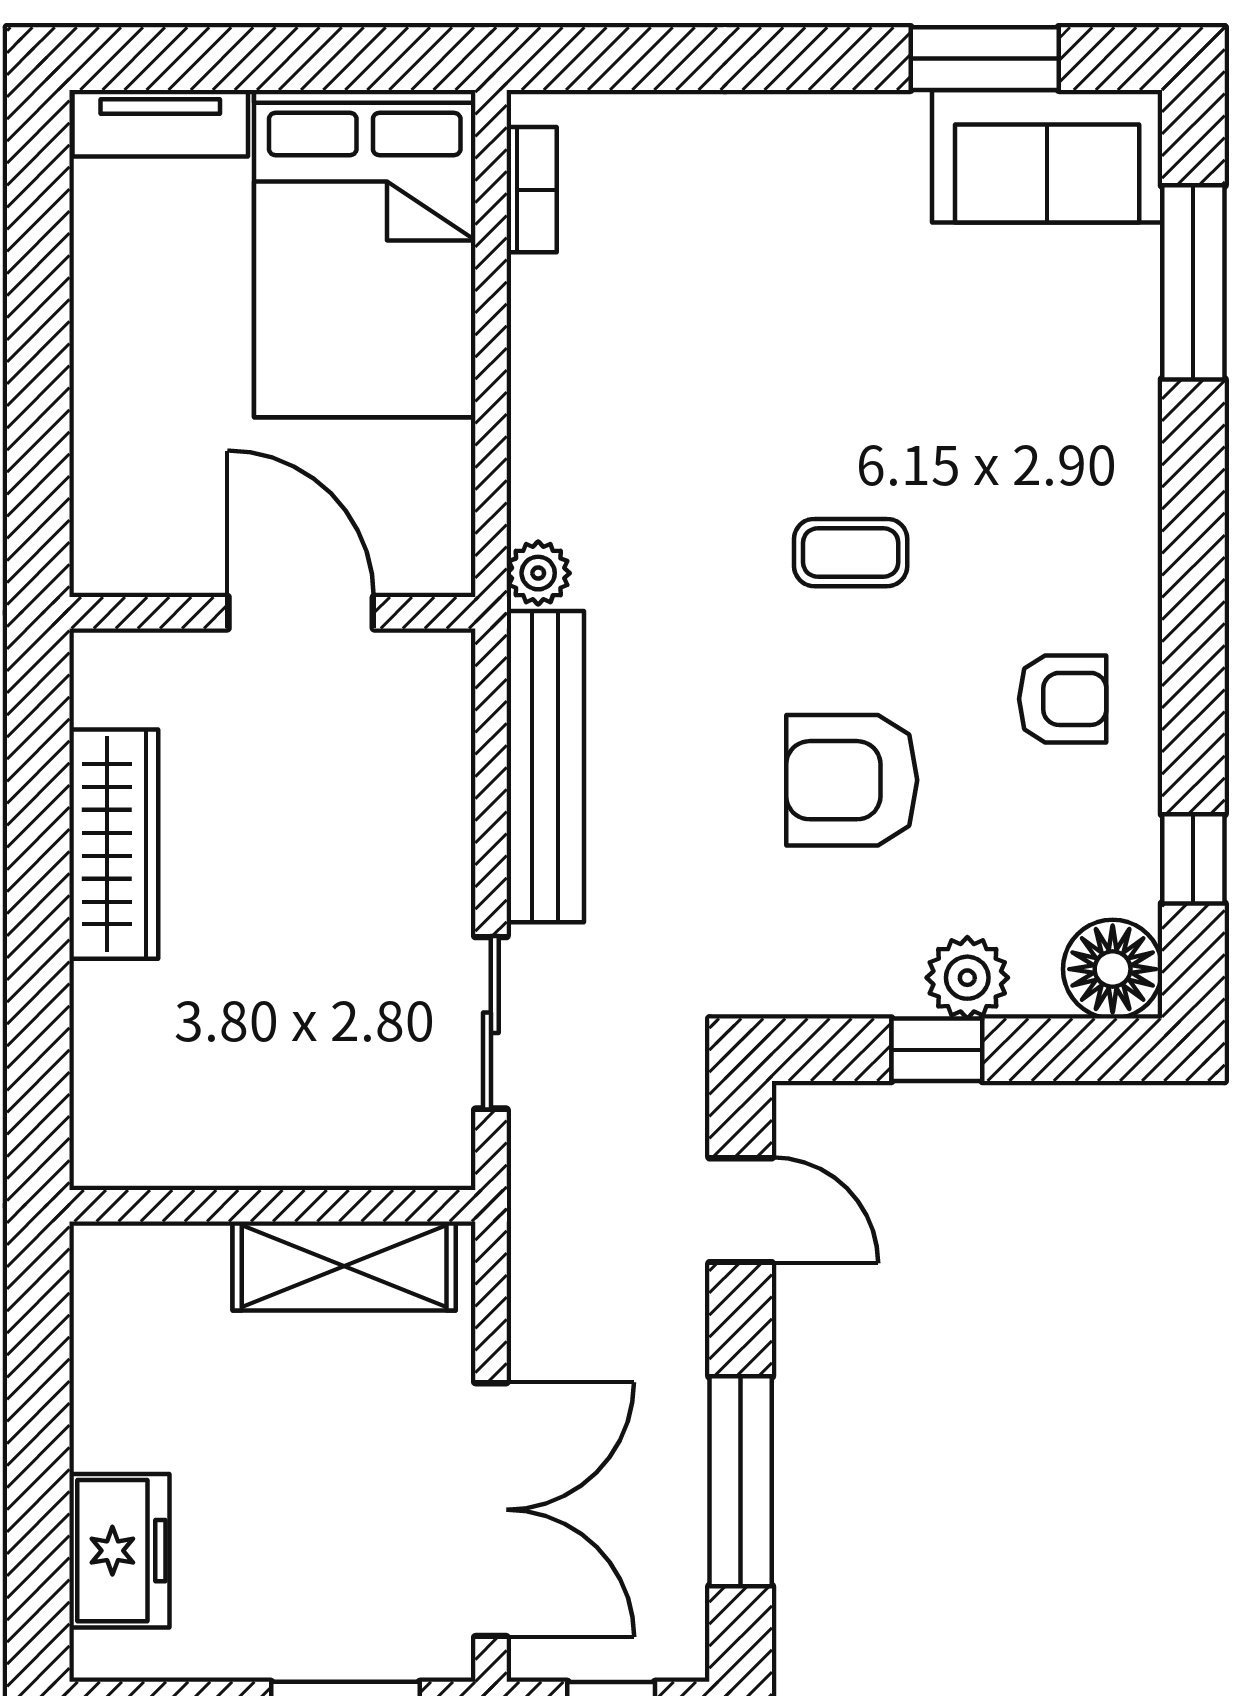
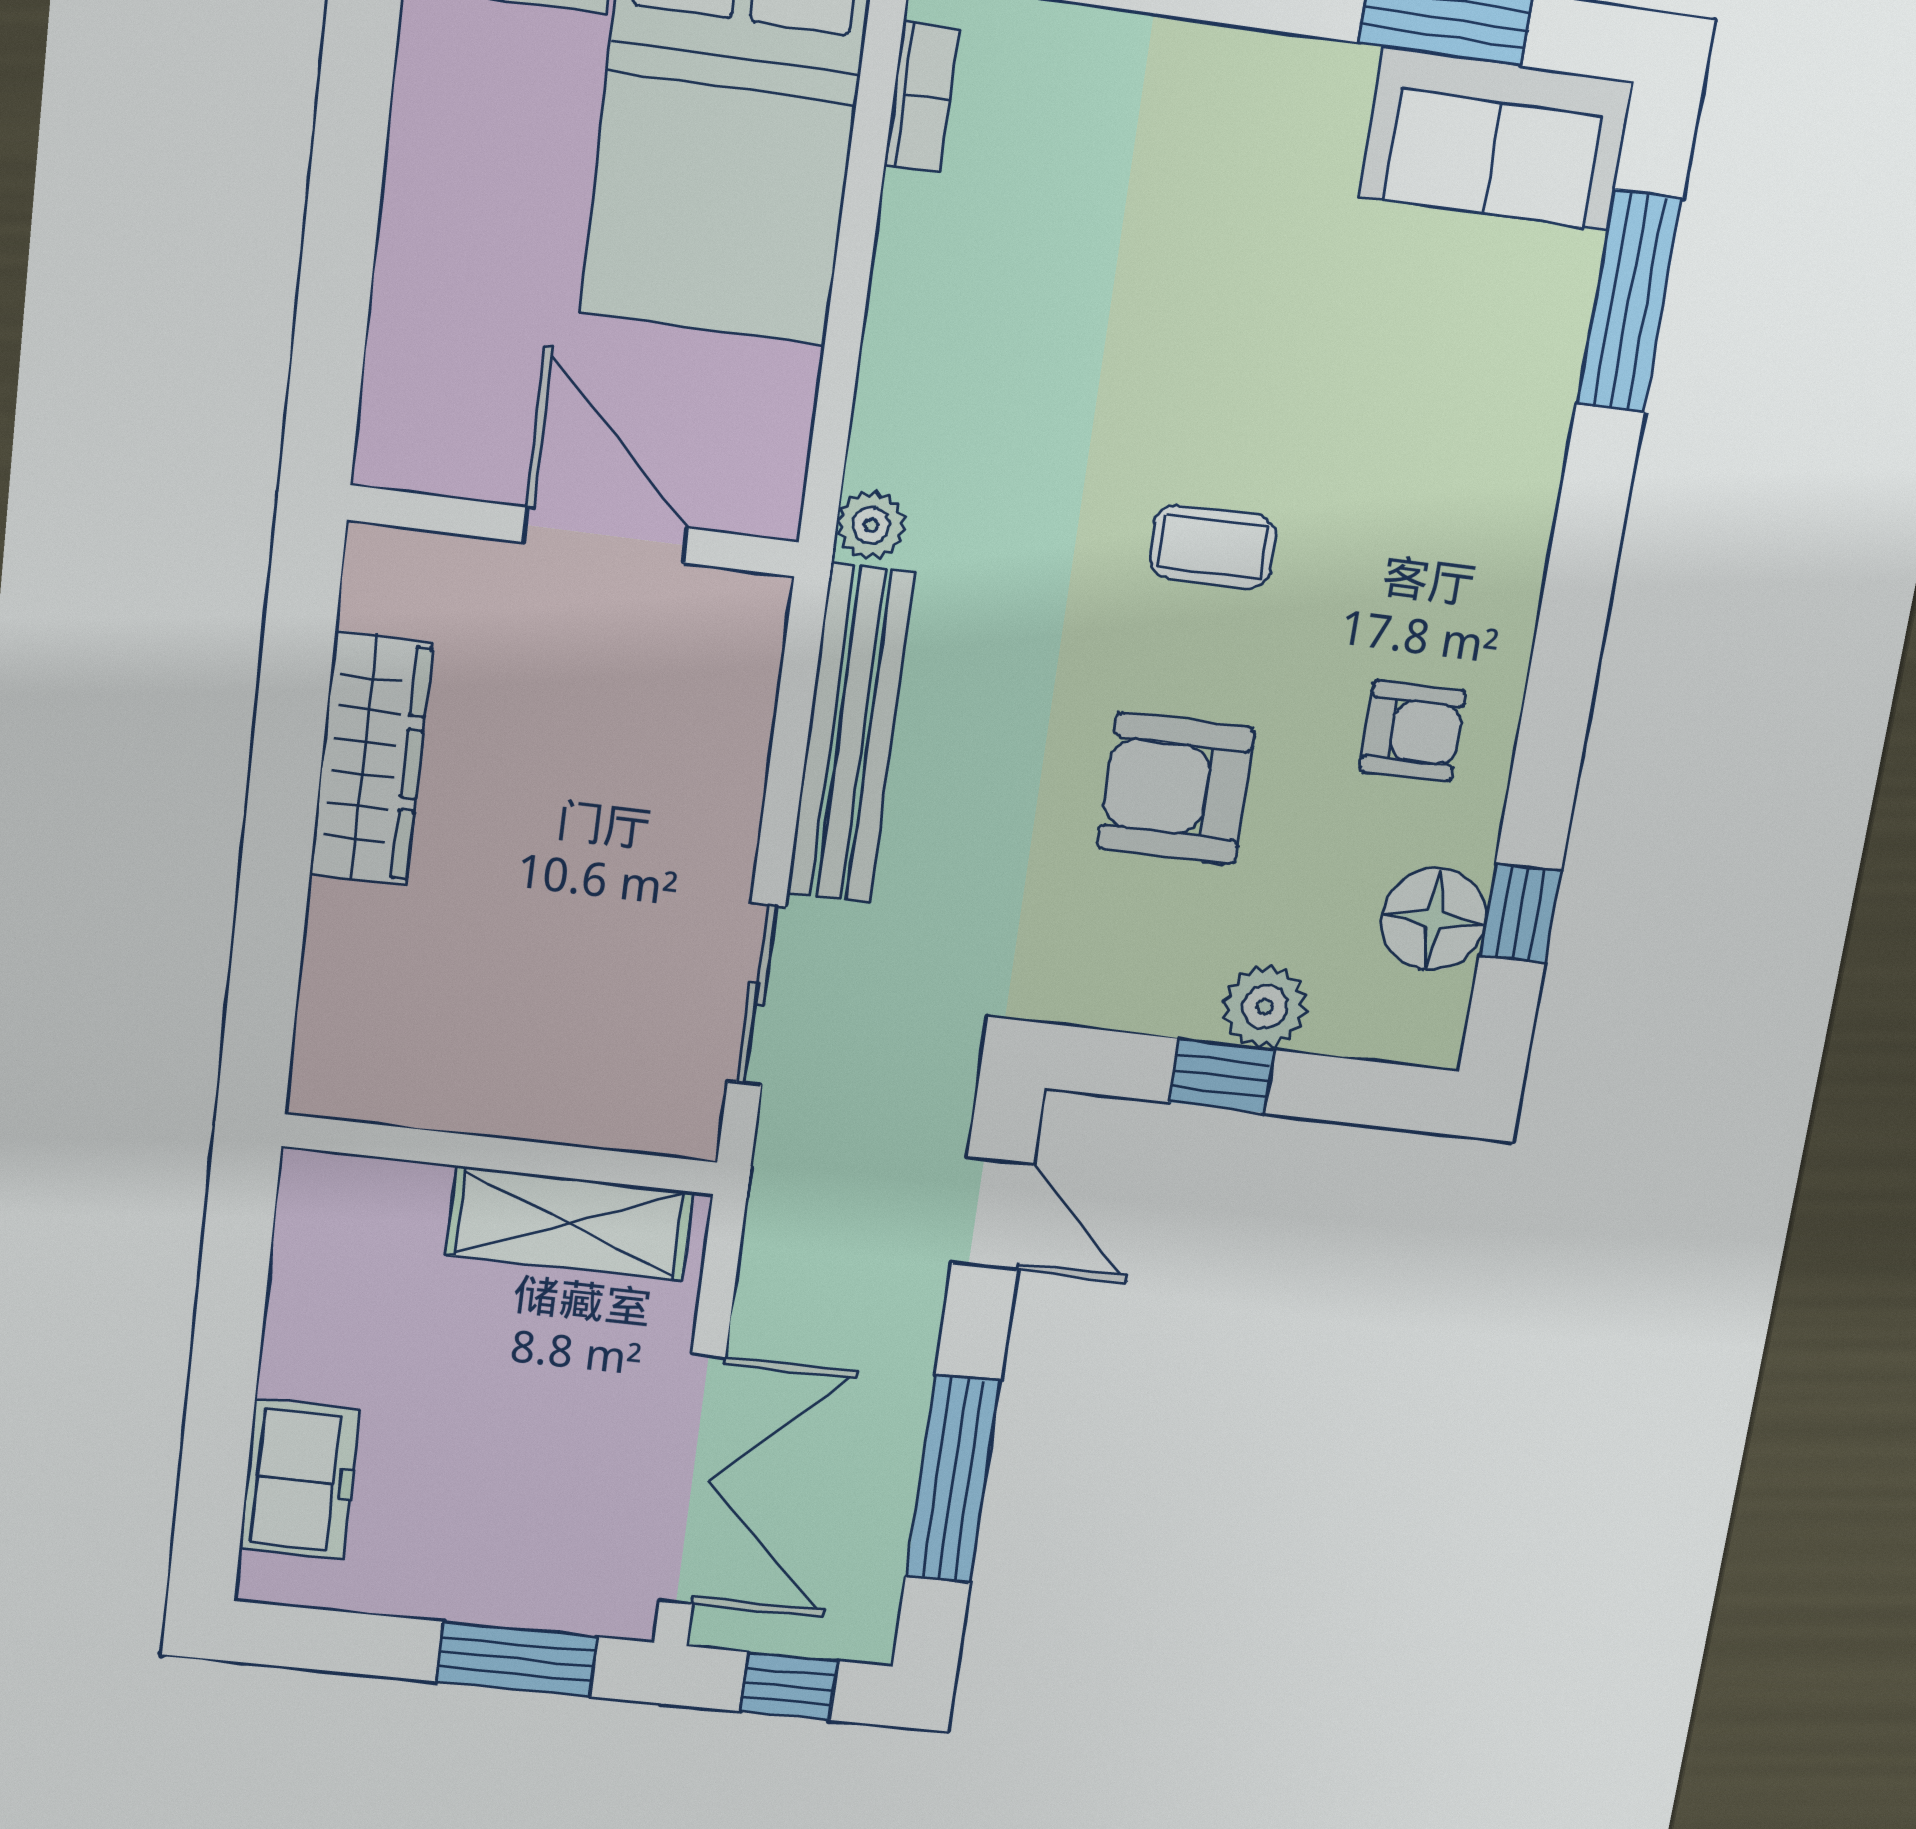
floor lamp: (1113, 969) -> (1434, 919), moved

